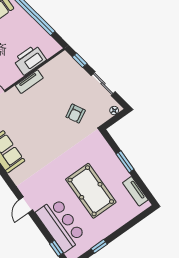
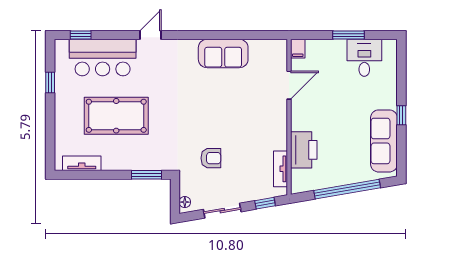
tv unit: (29, 82) -> (280, 169), moved
armchair: (76, 114) -> (211, 158), turned 119
window: (125, 162) -> (146, 175), moved
door: (26, 205) -> (150, 35), hinge flipped

